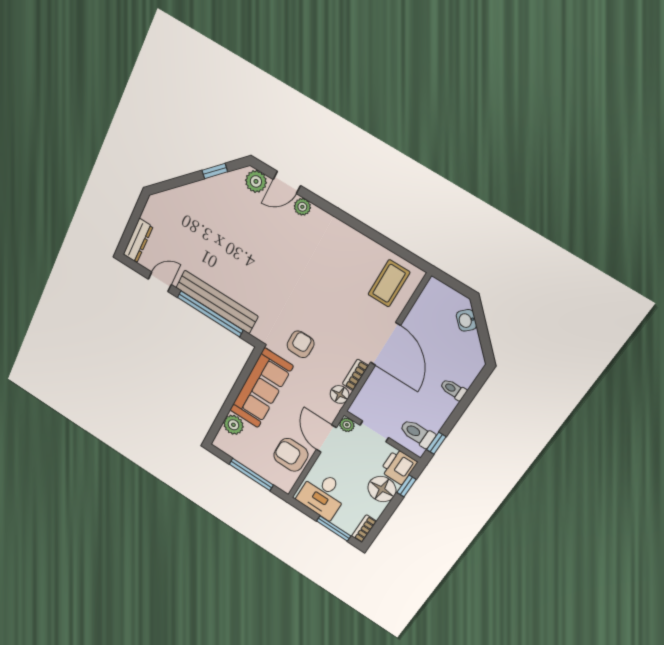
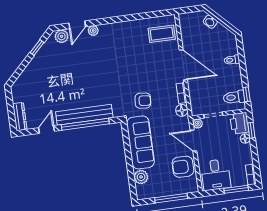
coffee table: (389, 283) -> (162, 34), turned 90
armchair: (301, 344) -> (143, 101), turned 96
floor lamp: (382, 489) -> (245, 139), width x0.53, depth x0.53

